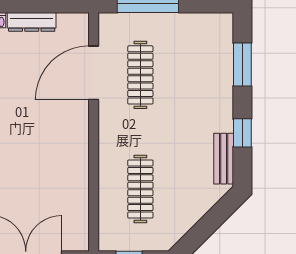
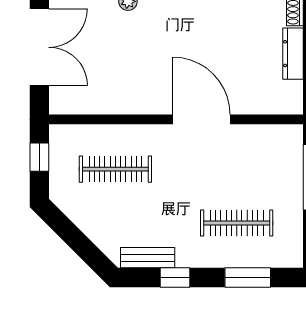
door: (94, 73) -> (202, 119), moved
clothes rail: (140, 75) -> (237, 223), moved

